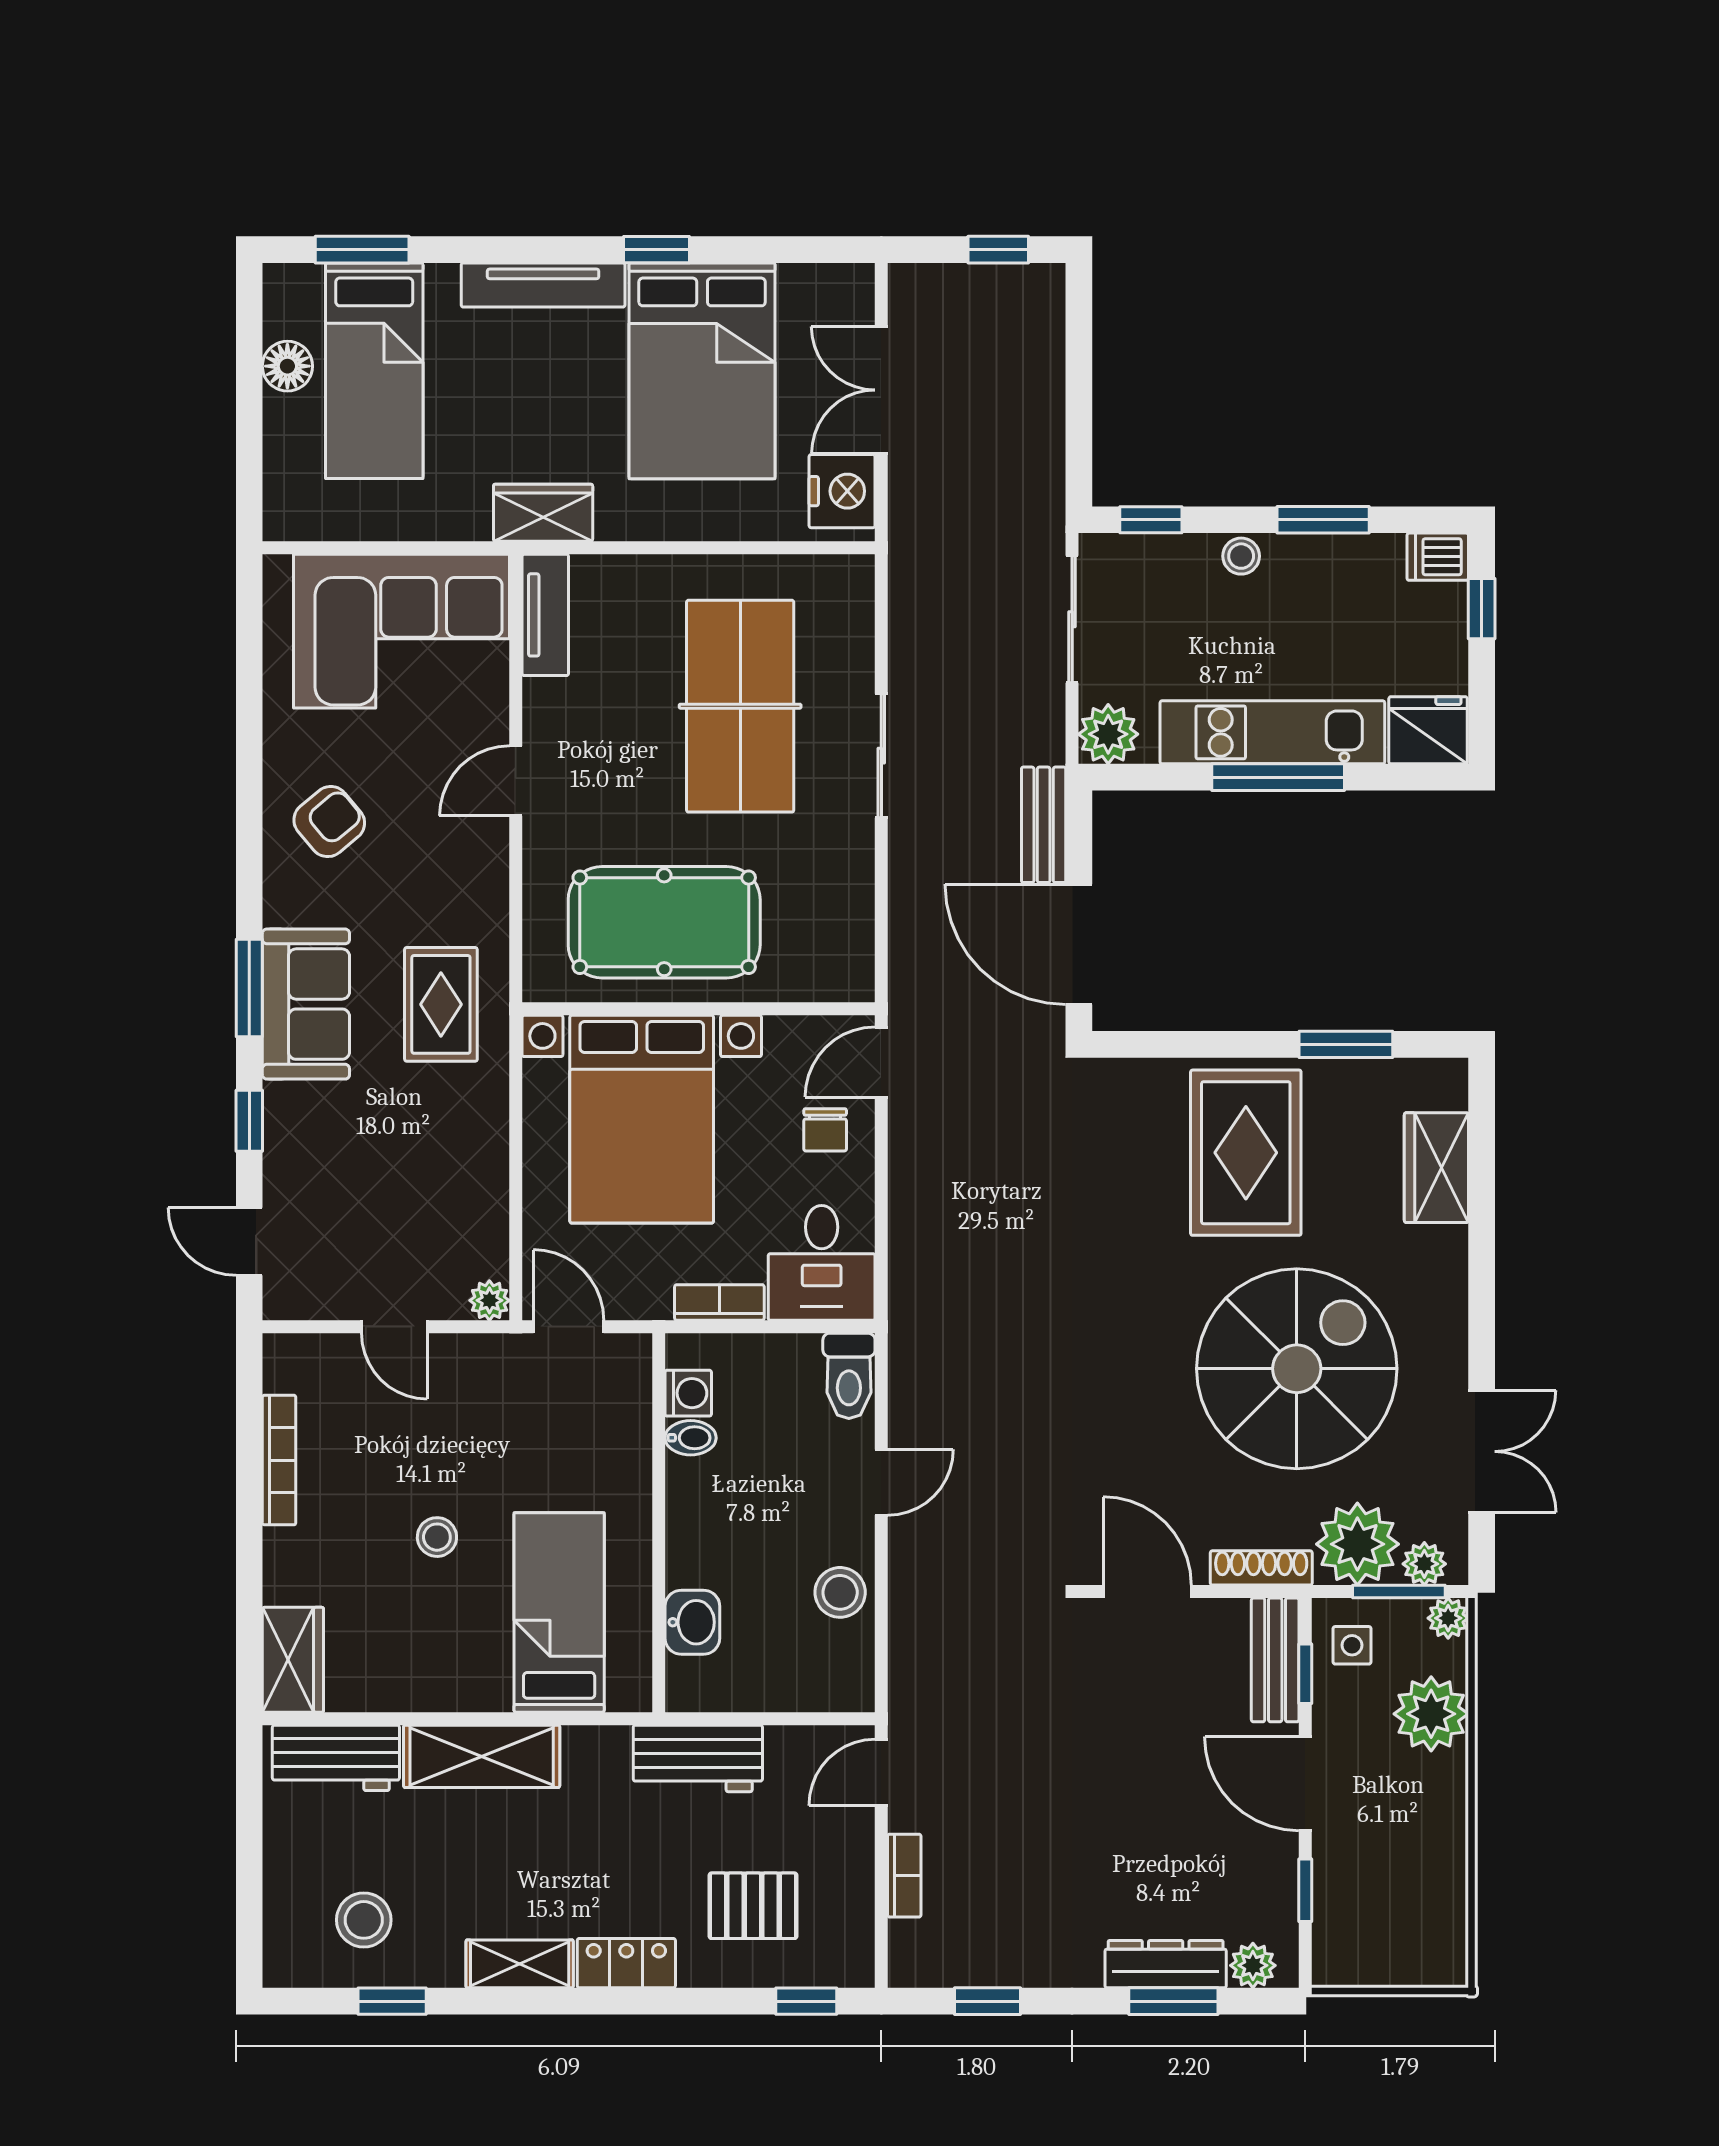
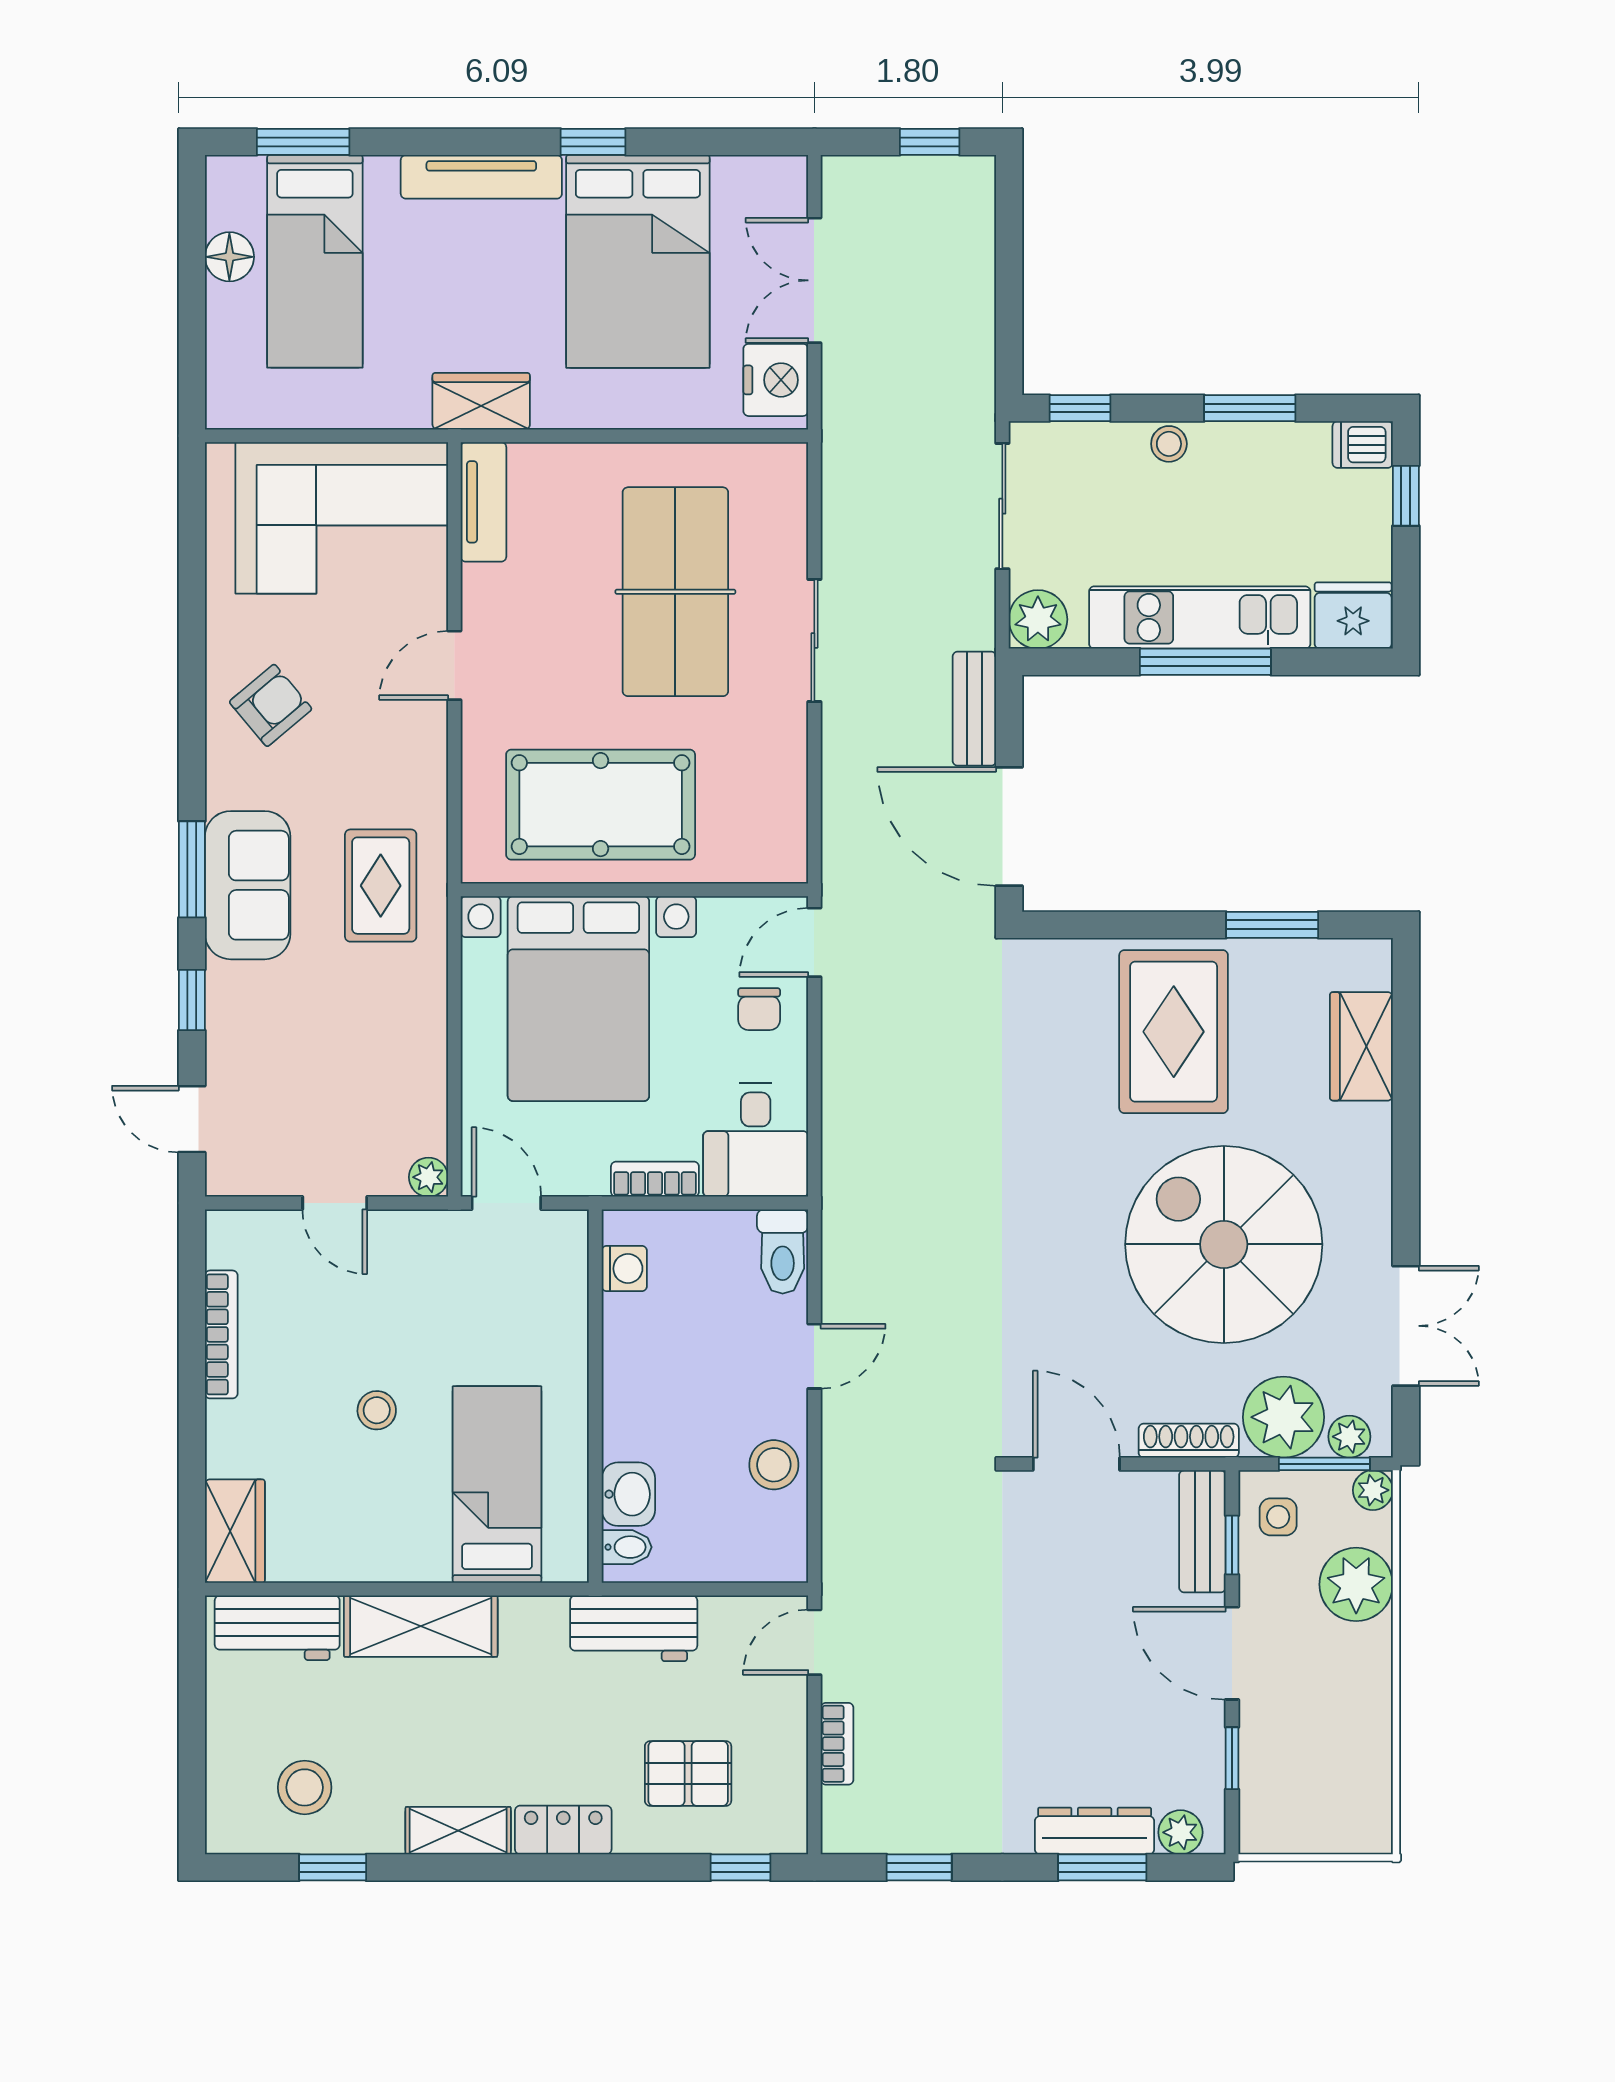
spiral stairs: (1297, 1369) -> (1224, 1244), turned -90
bidet: (691, 1438) -> (627, 1547), moved

